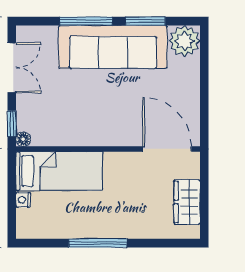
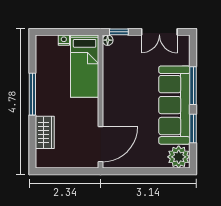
wardrobe: (187, 202) -> (45, 132), moved, turned 90

